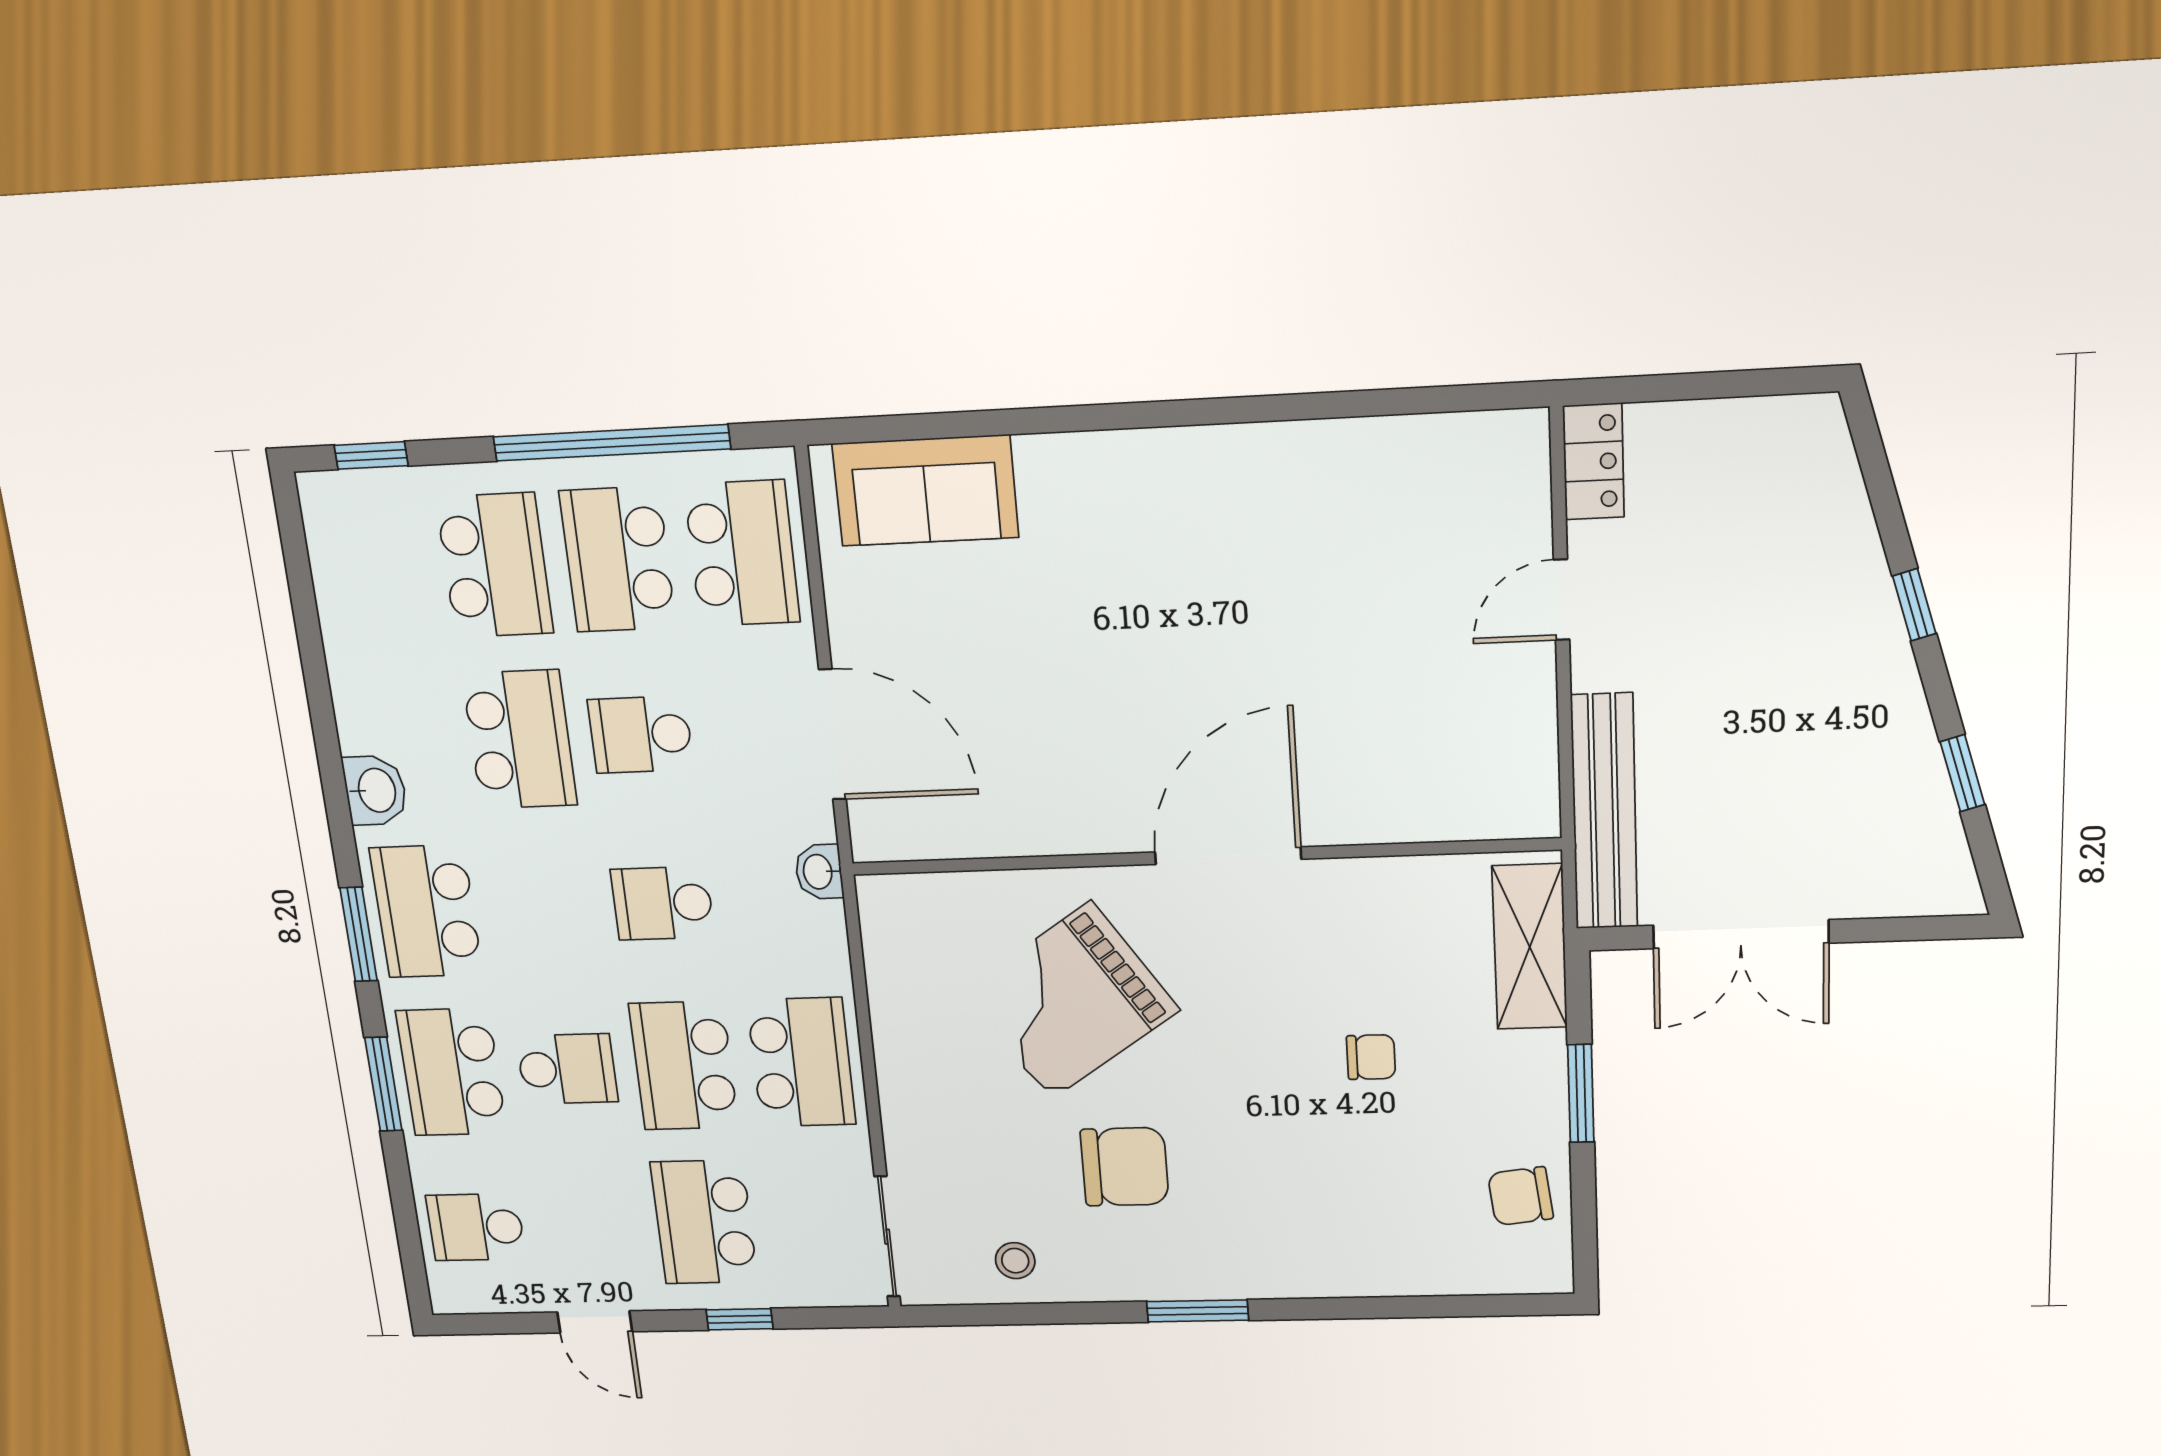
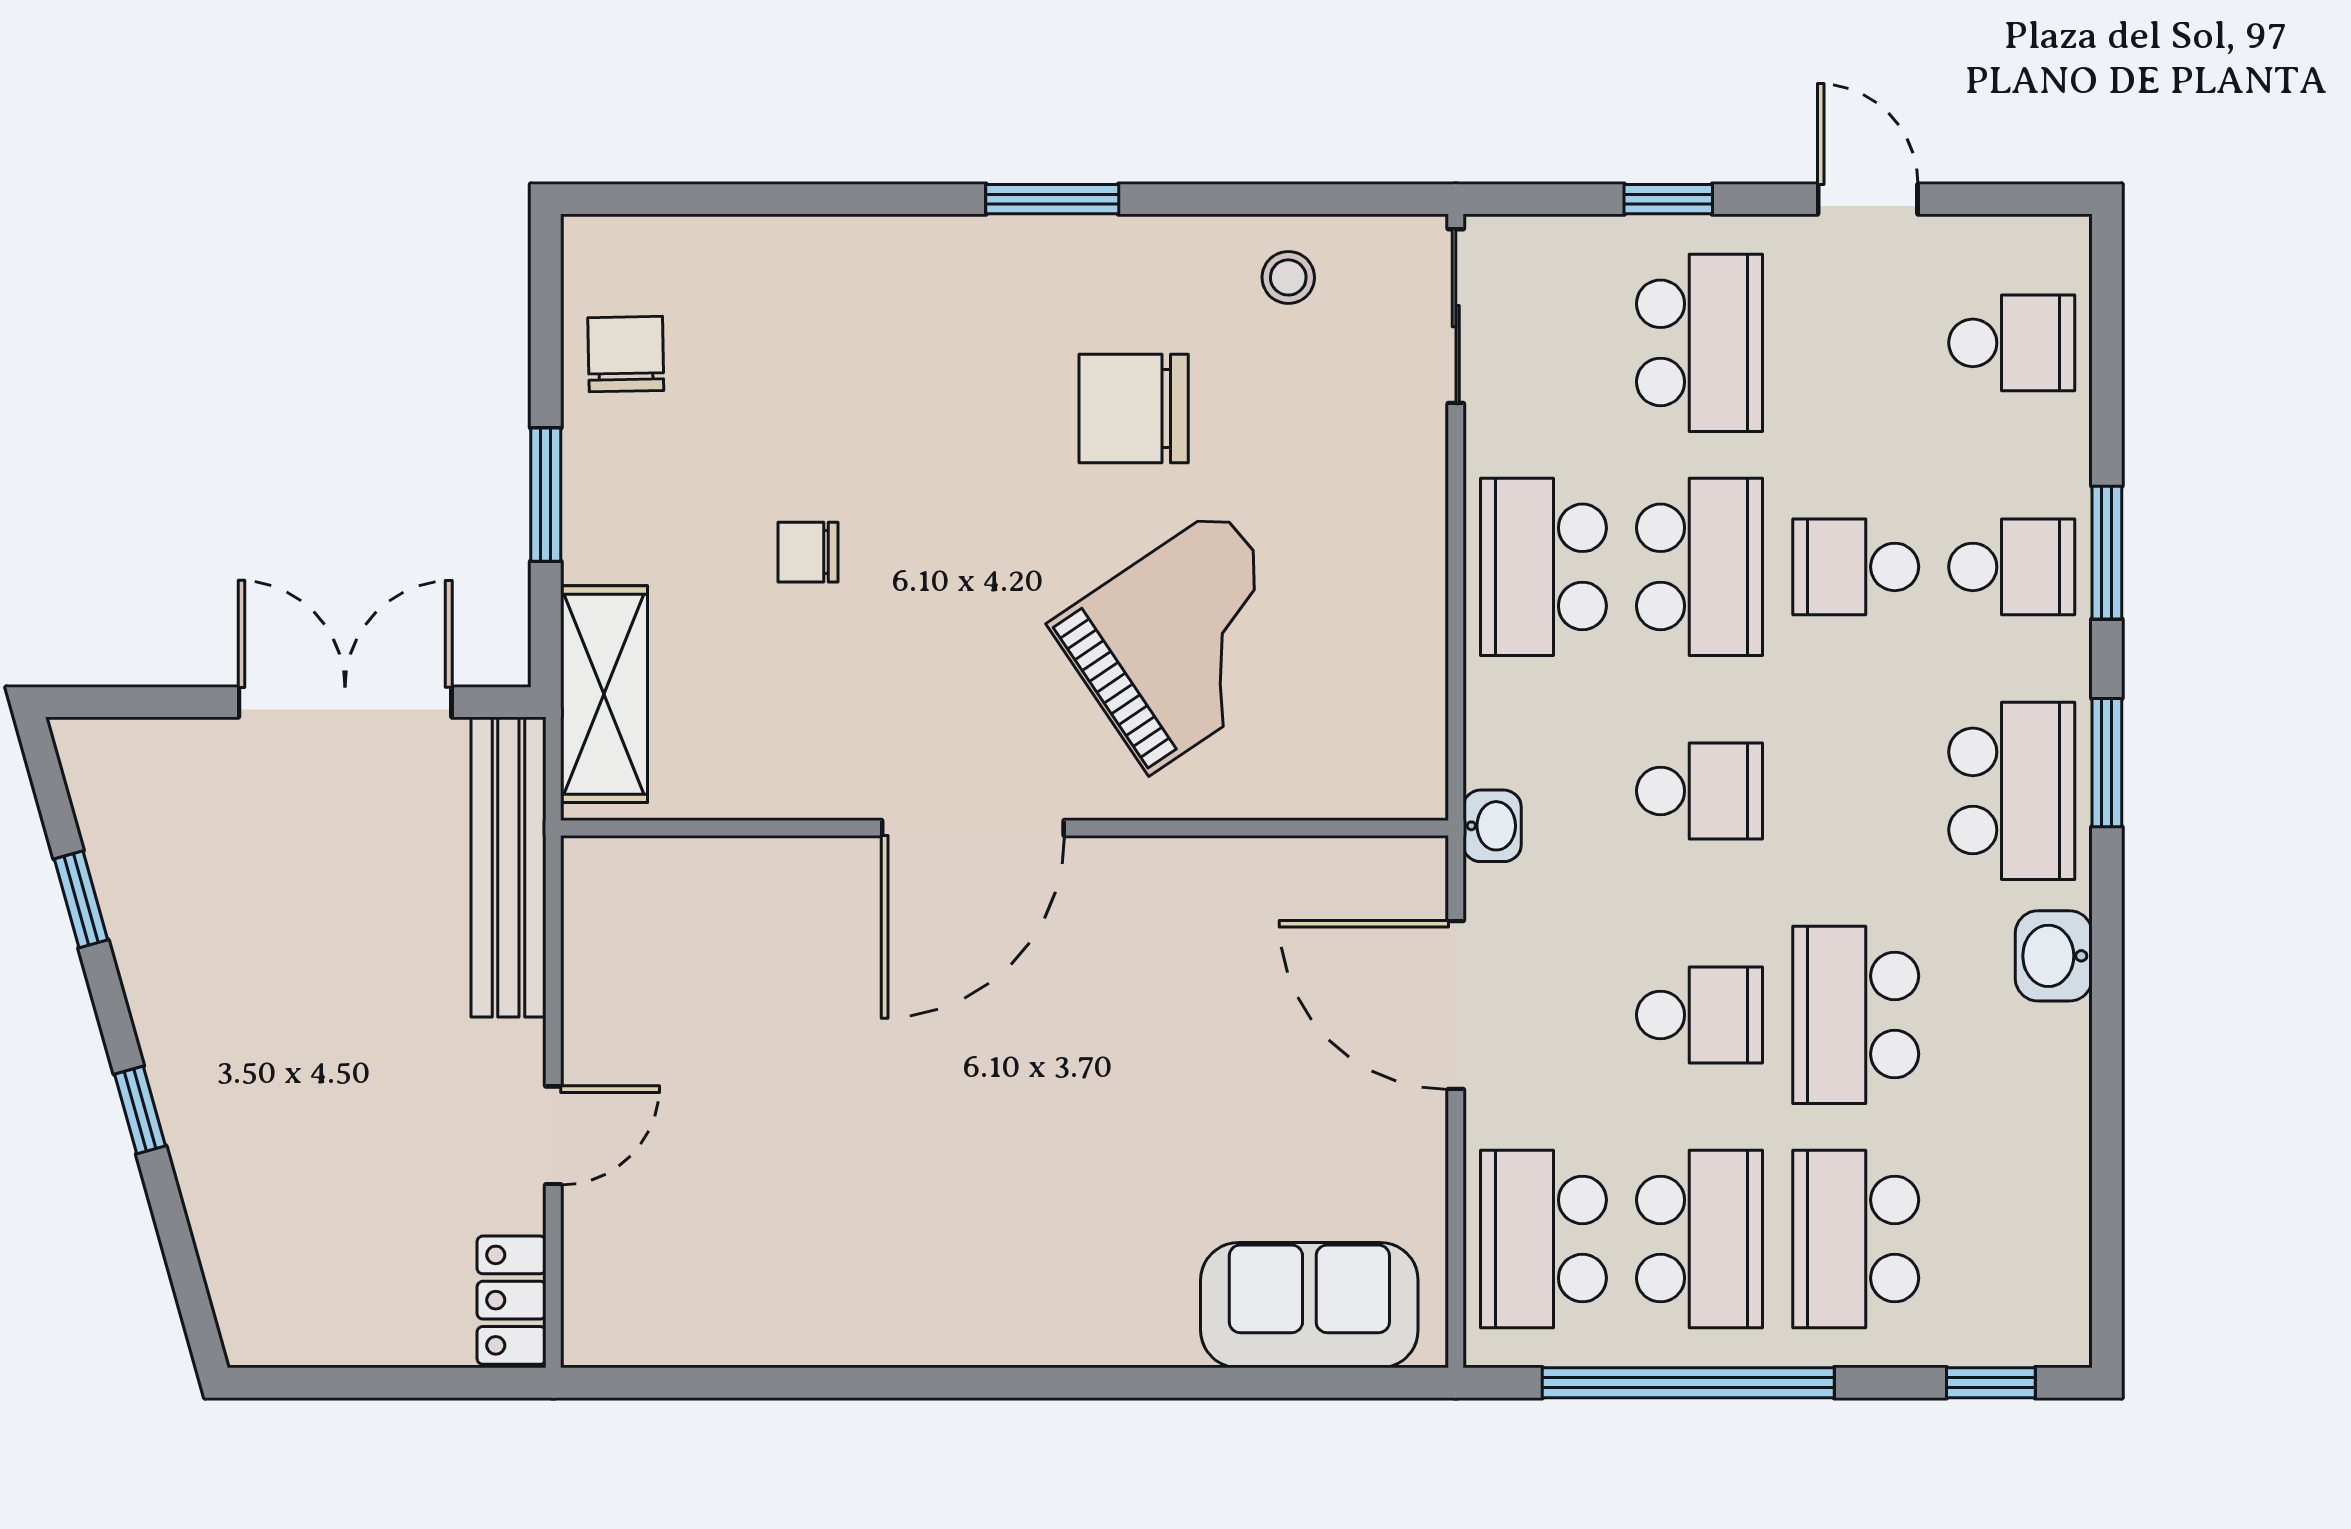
school desk: (452, 1072) -> (2012, 567), width x0.54
chair: (1521, 1196) -> (626, 354), turned -84

